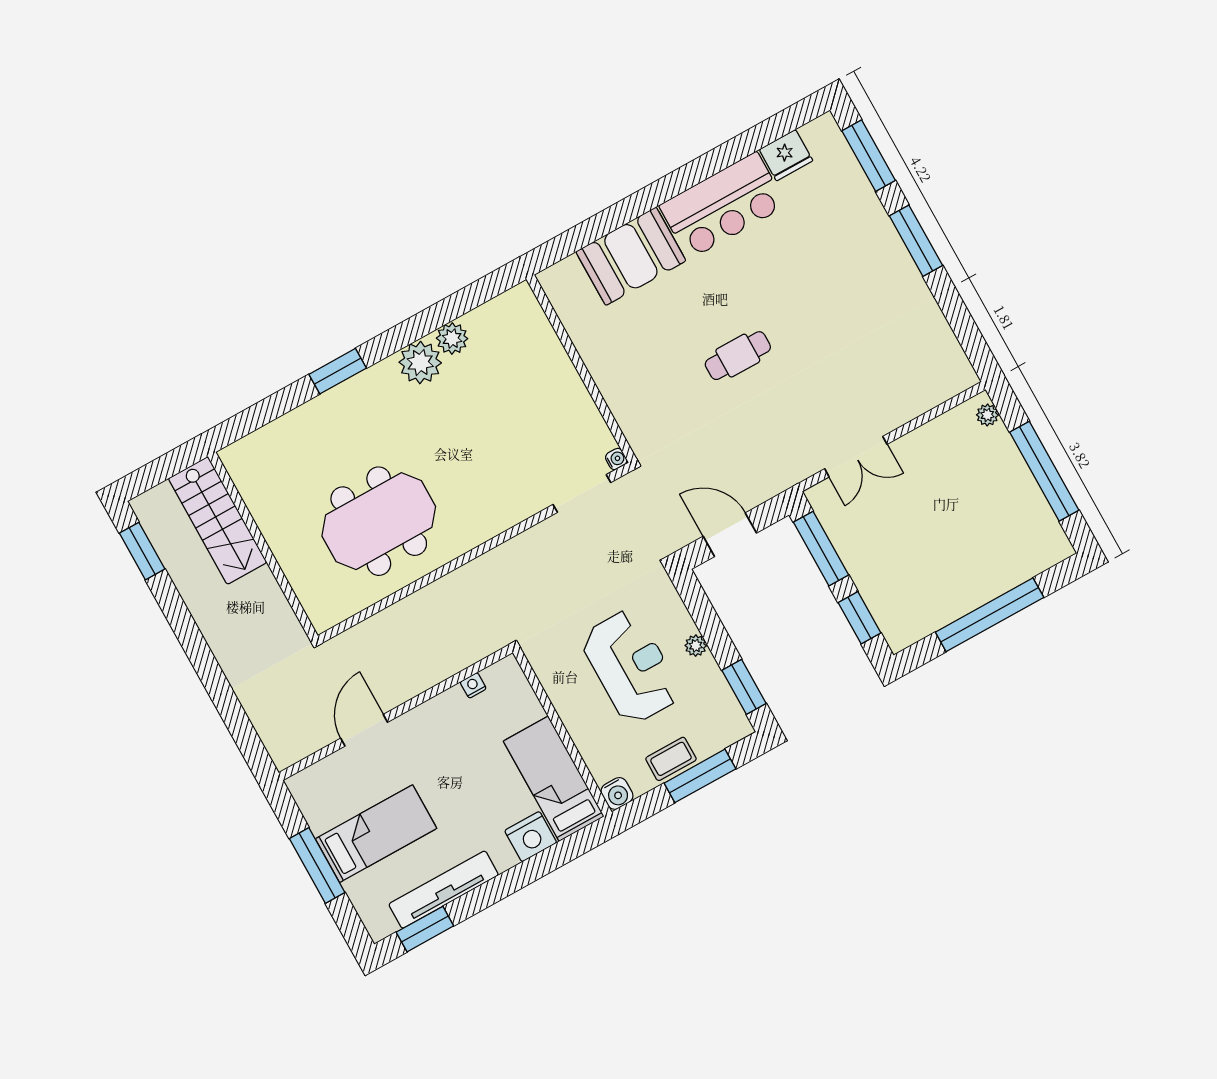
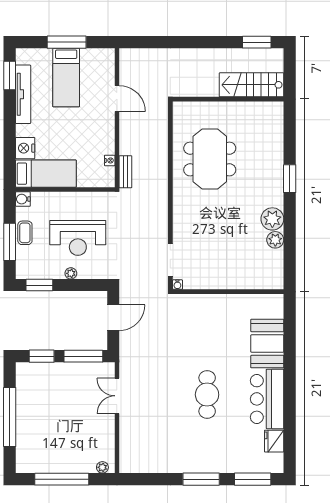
cafe table: (738, 356) -> (207, 395), moved, width x1.37, depth x1.35
bench: (477, 649) -> (125, 172), added

